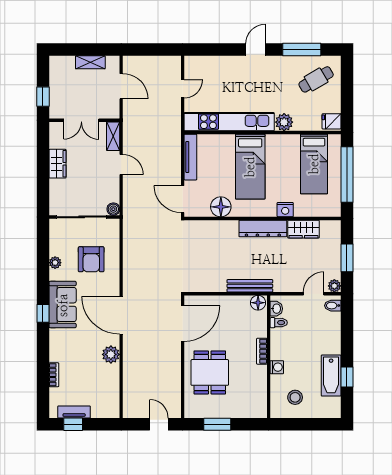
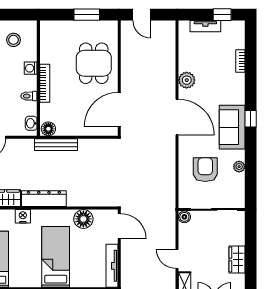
toilet: (279, 323) -> (29, 96), moved
bookcase: (262, 351) -> (45, 83), width x1.56
tv unit: (74, 412) -> (205, 26), moved

